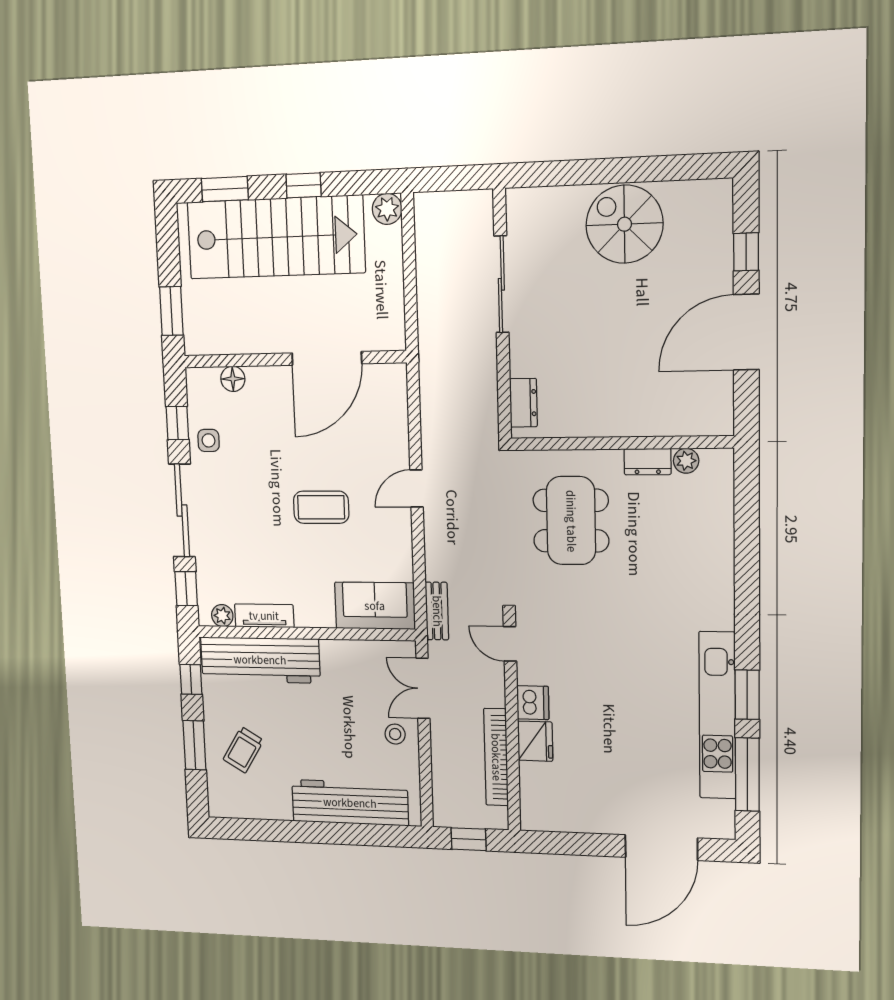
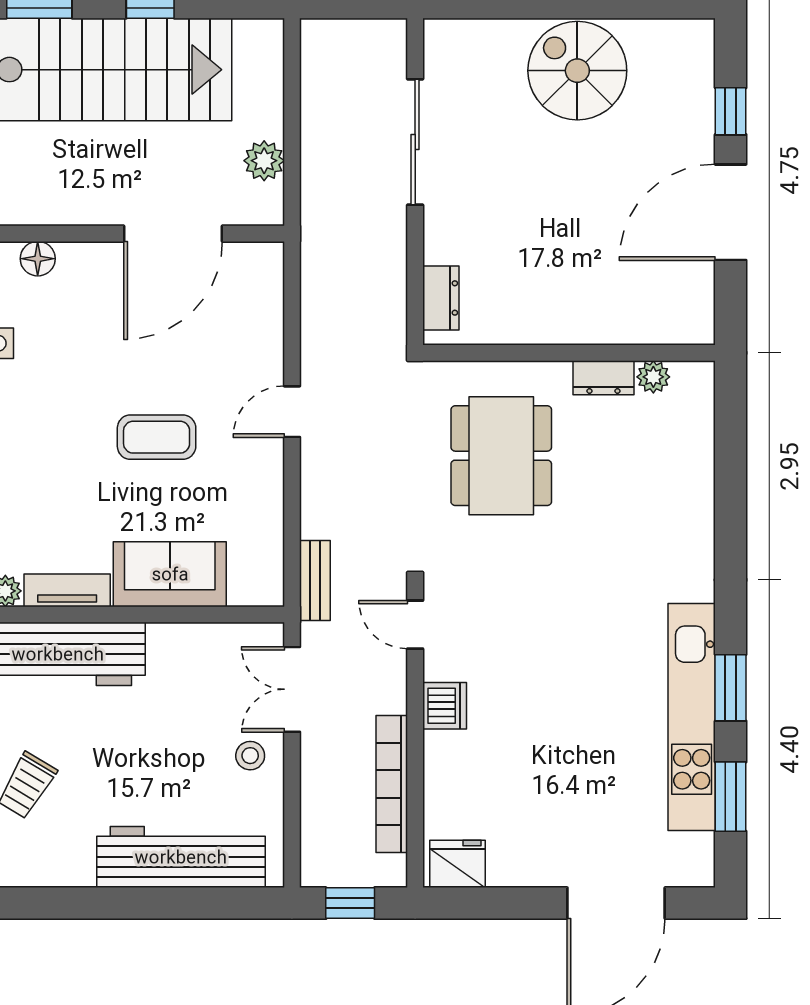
plant: (387, 209) -> (264, 161), moved
sofa: (375, 606) -> (170, 574), moved
fridge: (535, 741) -> (458, 864), moved, turned -90
window: (747, 775) -> (731, 797), width x0.69

